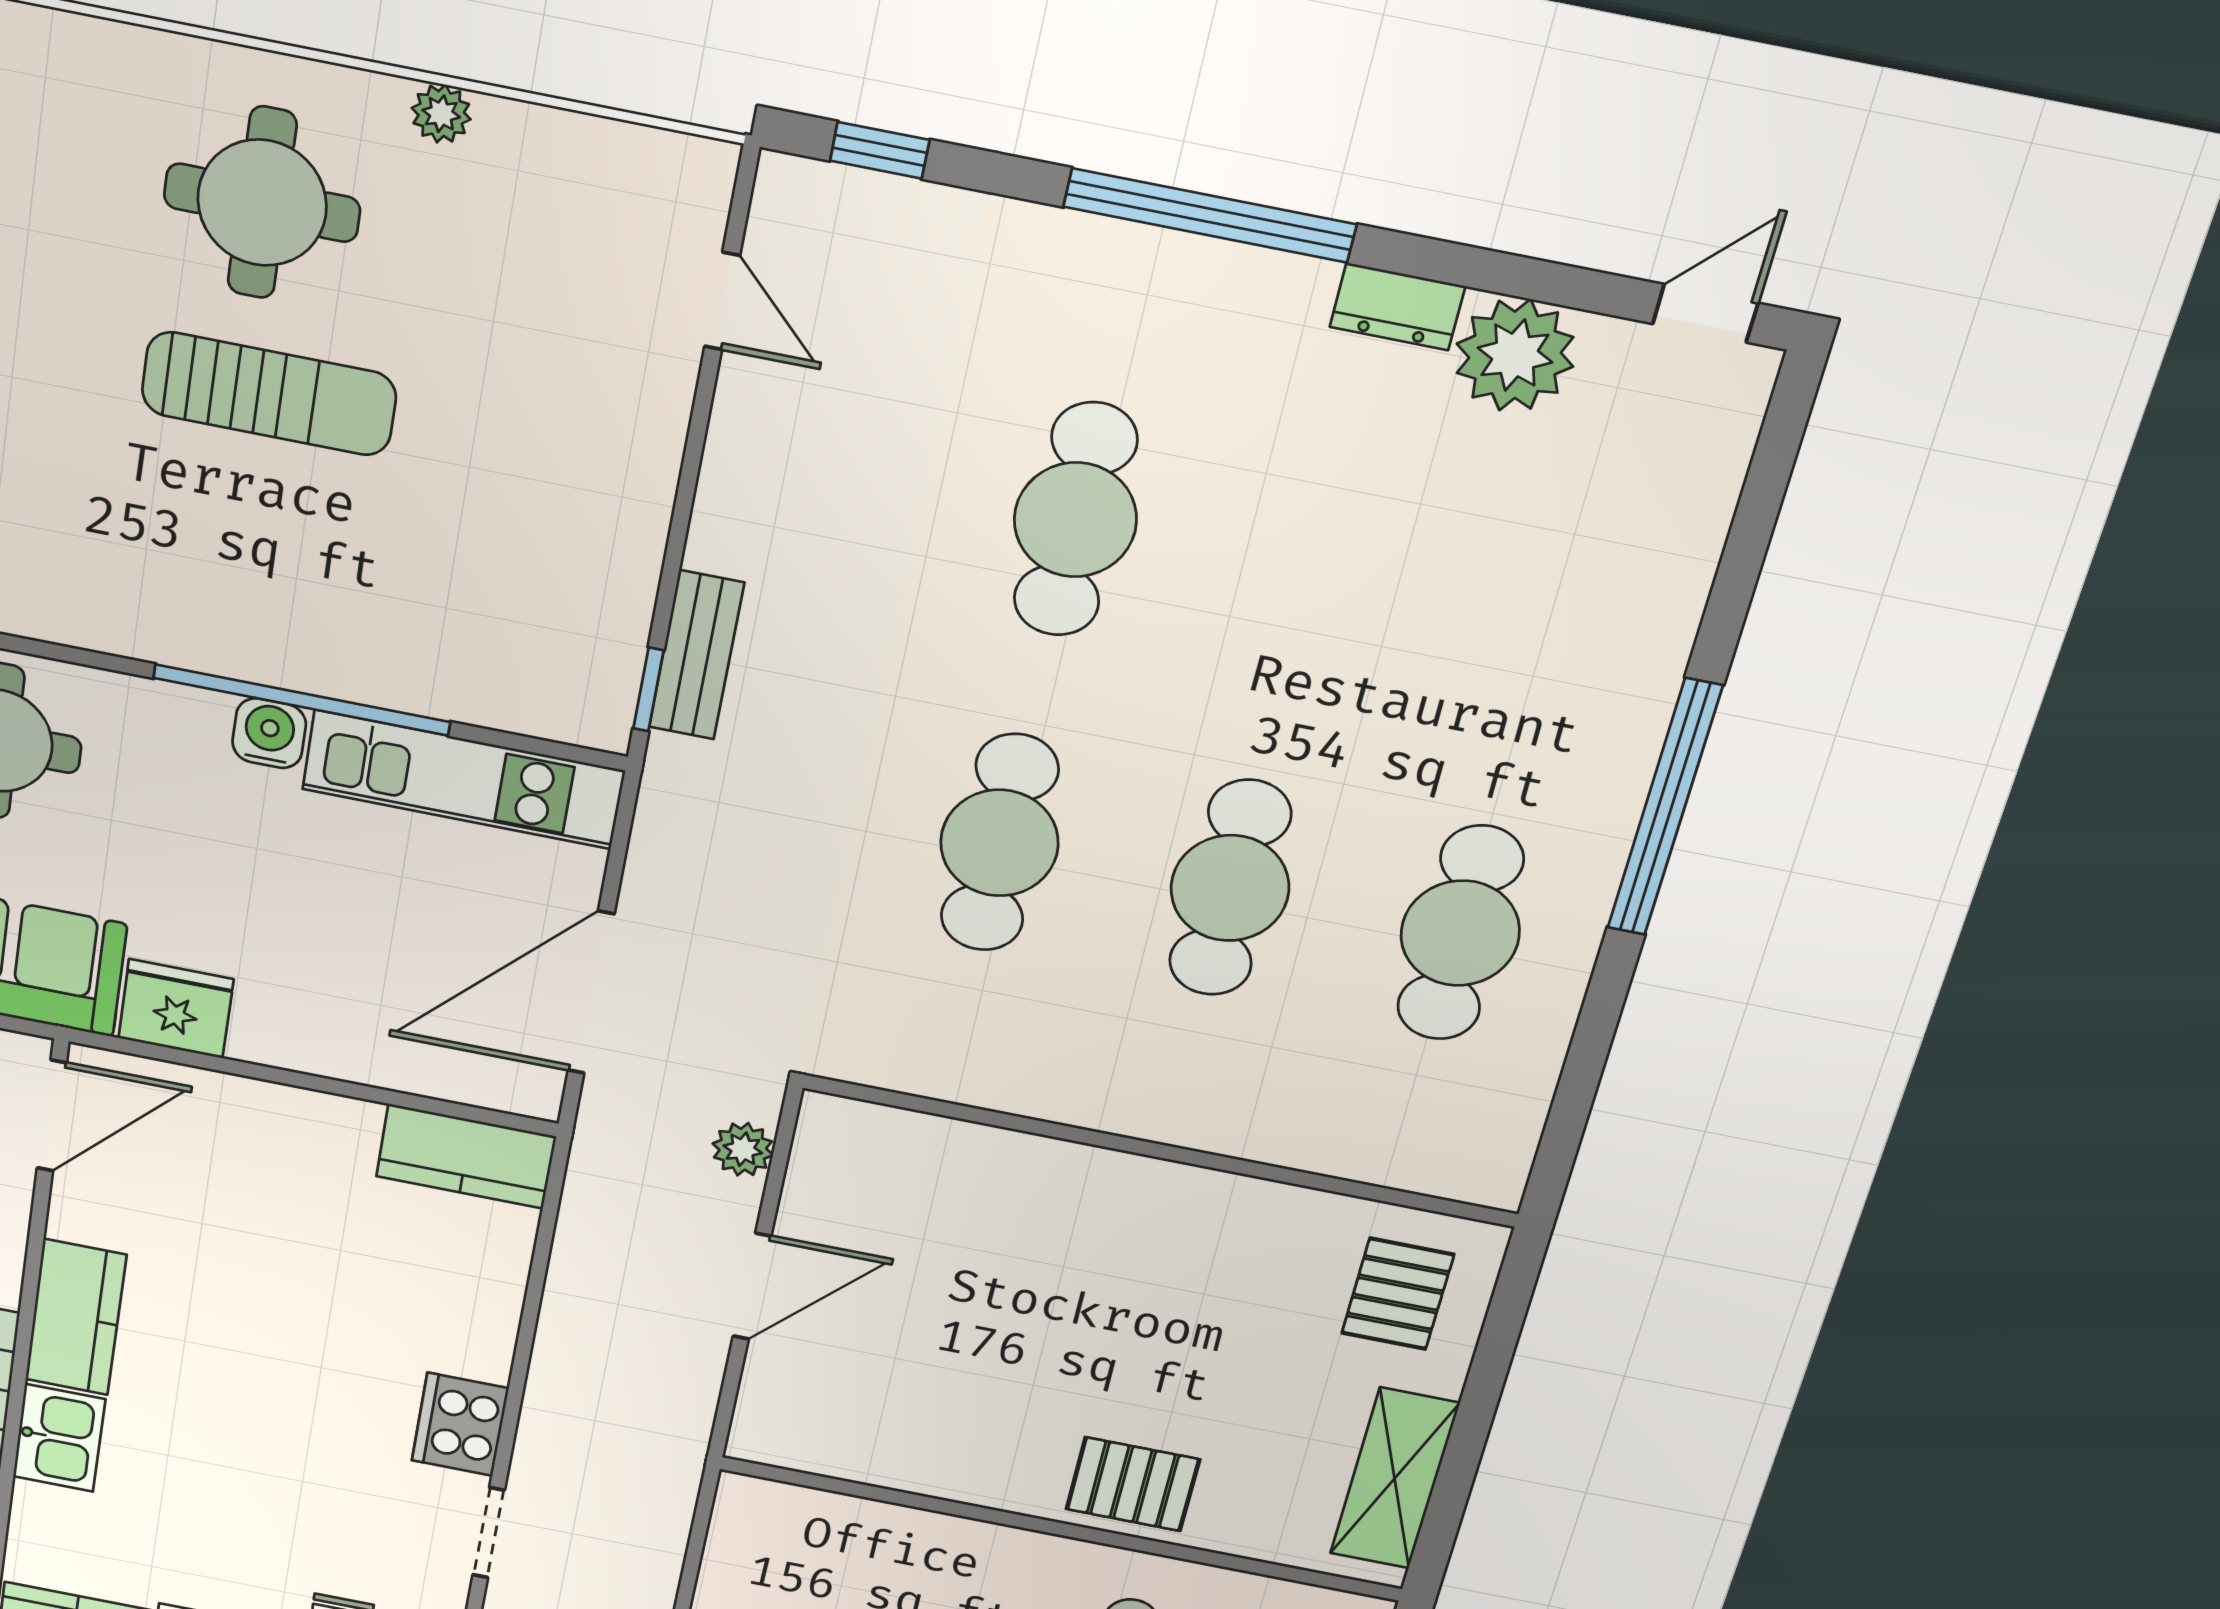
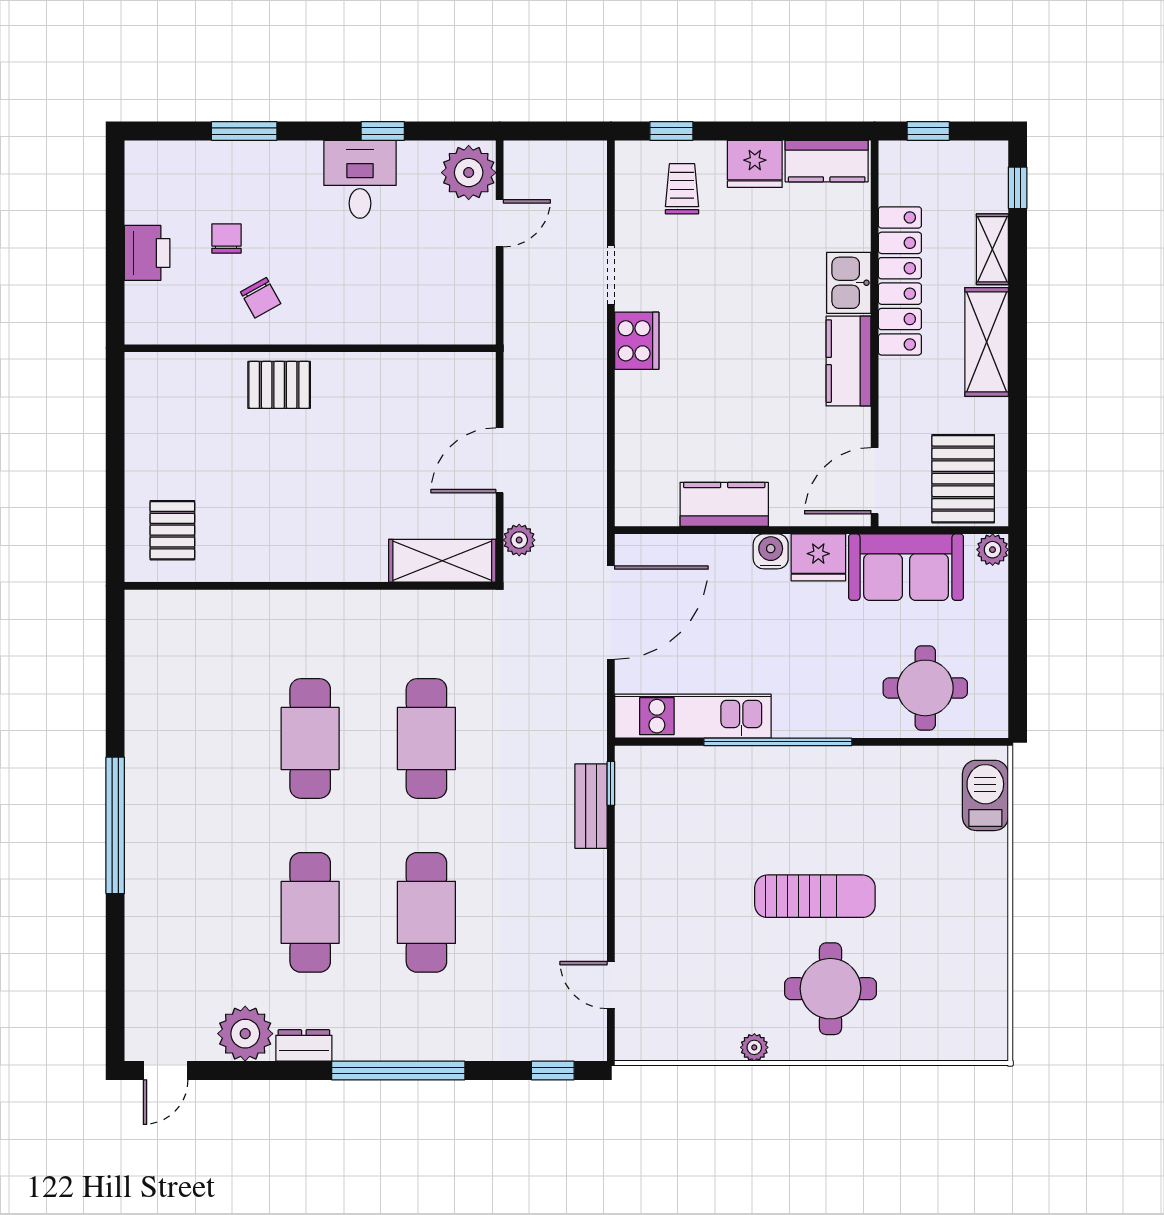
sun lounger: (269, 394) -> (815, 896), turned 180
water cooler: (269, 733) -> (771, 551), moved, turned 180
cafe table: (1460, 933) -> (310, 912), moved
kitchen counter: (466, 1156) -> (724, 504), moved
shelving: (1395, 1478) -> (442, 561), moved, turned 90

